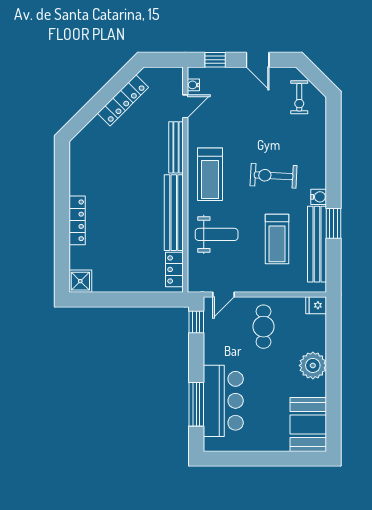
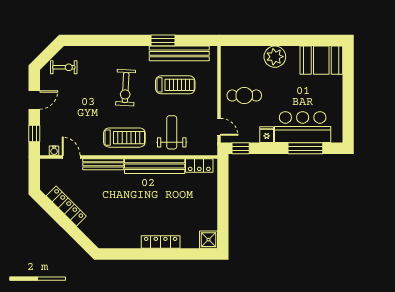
water cooler: (319, 197) -> (142, 52), removed
fridge: (316, 305) -> (267, 135), moved, turned 180

